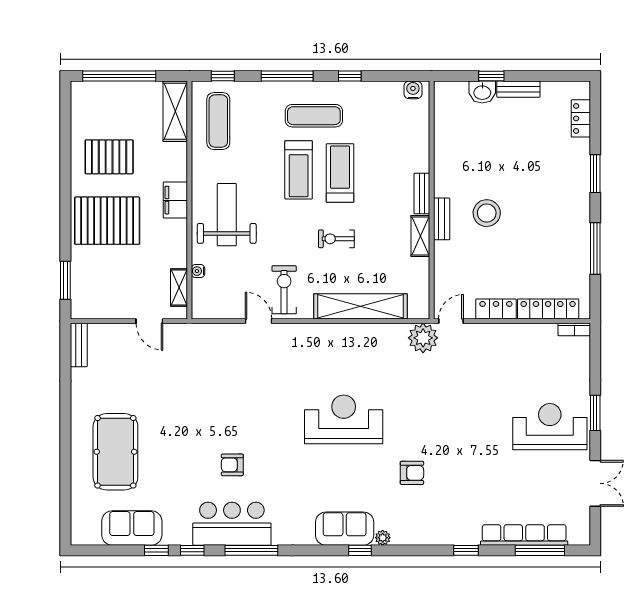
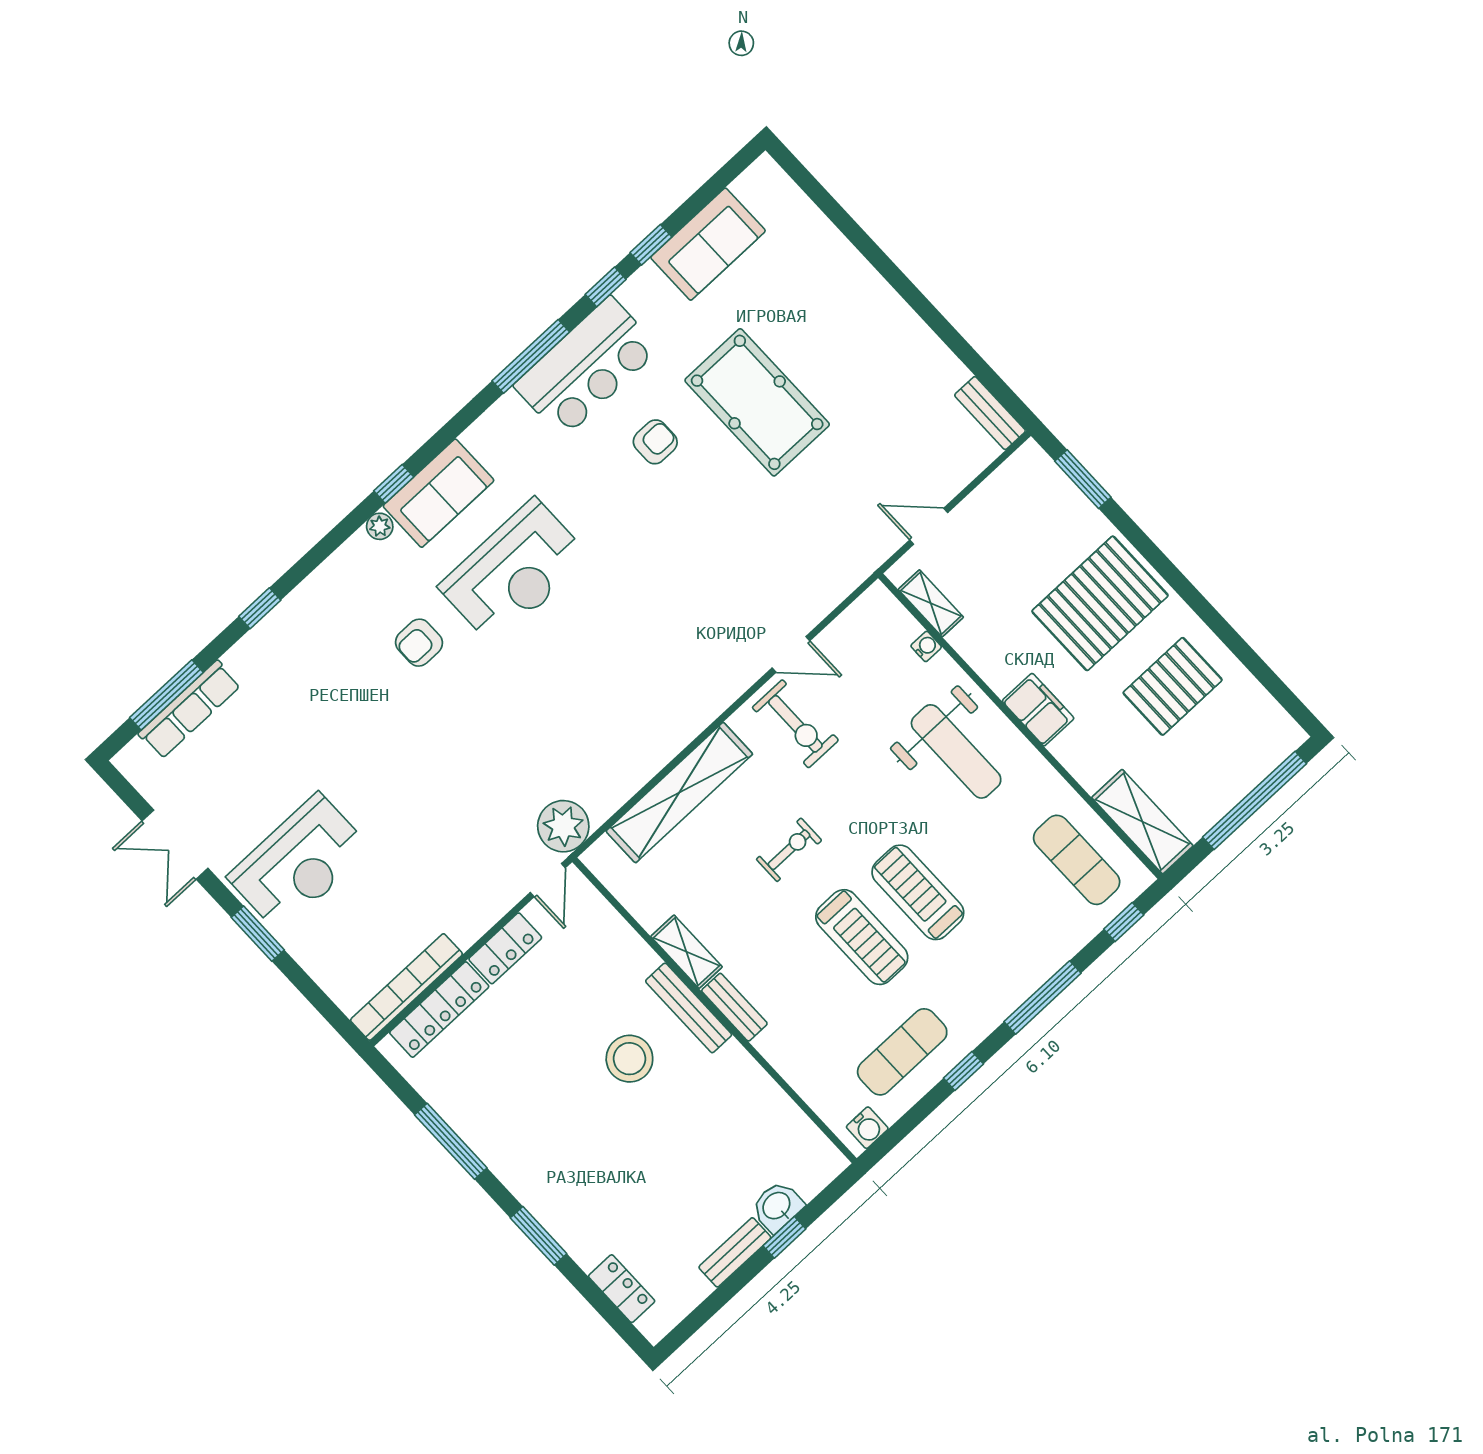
exercise mat: (314, 116) -> (902, 1052), moved
bench: (442, 219) -> (689, 1008), width x1.36
bookcase: (574, 329) -> (406, 987), width x2.31, depth x1.31
reception desk: (344, 419) -> (514, 572), moved
pool table: (115, 452) -> (757, 402), moved
row of seats: (524, 535) -> (189, 710), width x0.73

